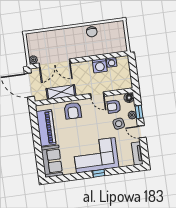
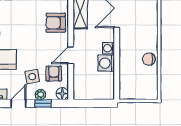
washing machine: (112, 62) -> (108, 48), moved

